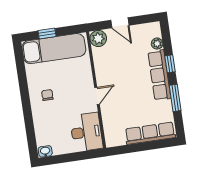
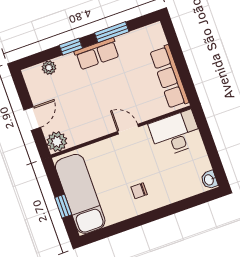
row of seats: (159, 75) -> (97, 54), width x0.68
row of seats: (150, 133) -> (169, 77), moved

